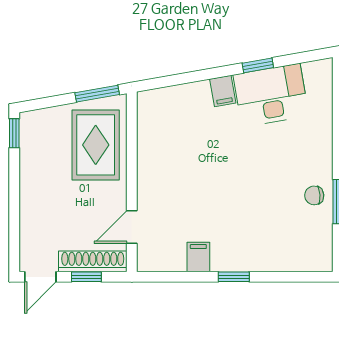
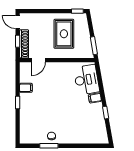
desk: (271, 95) -> (86, 80), moved
rug: (96, 145) -> (64, 34), moved, turned 90
door: (132, 227) -> (38, 60), swing flipped

